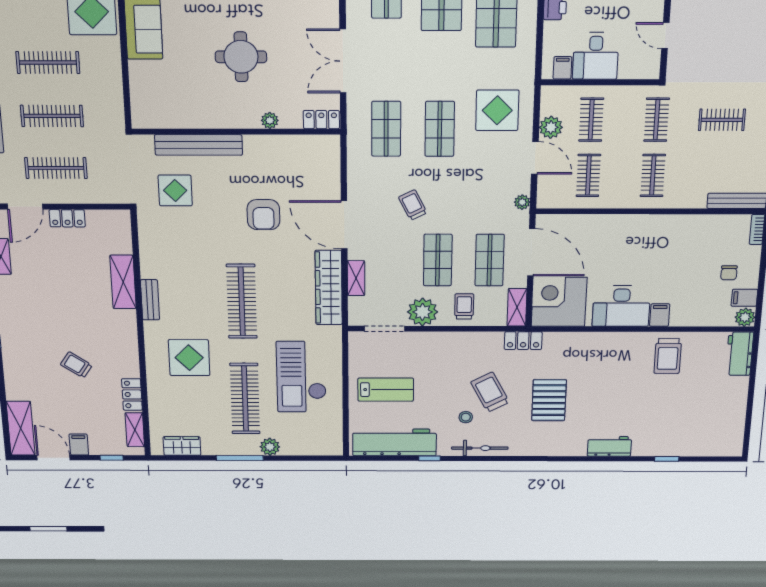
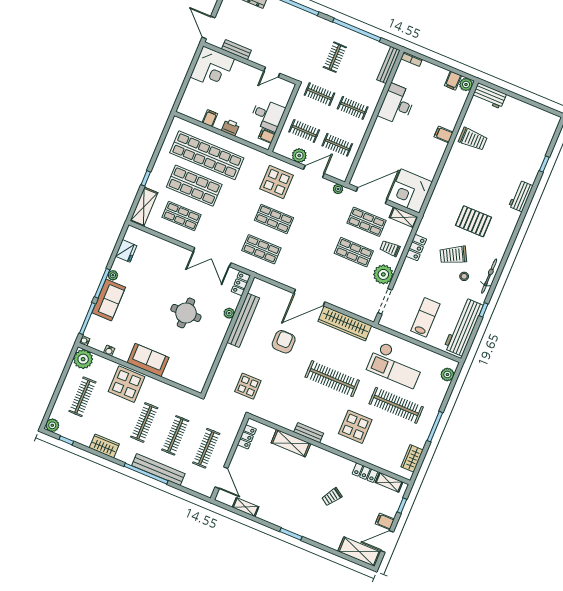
bench: (198, 145) -> (243, 320), moved
trolley: (413, 205) -> (314, 253), removed
armchair: (263, 215) -> (284, 342), turned -90
locker: (67, 218) -> (247, 437), moved
chair: (729, 273) -> (433, 84), removed
shelving: (356, 278) -> (345, 305), removed
desk: (621, 306) -> (397, 104), moved, turned 180
locker: (523, 341) -> (416, 248), moved
plant: (270, 447) -> (447, 375), moved

